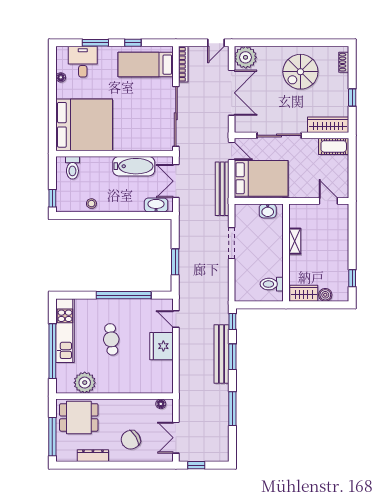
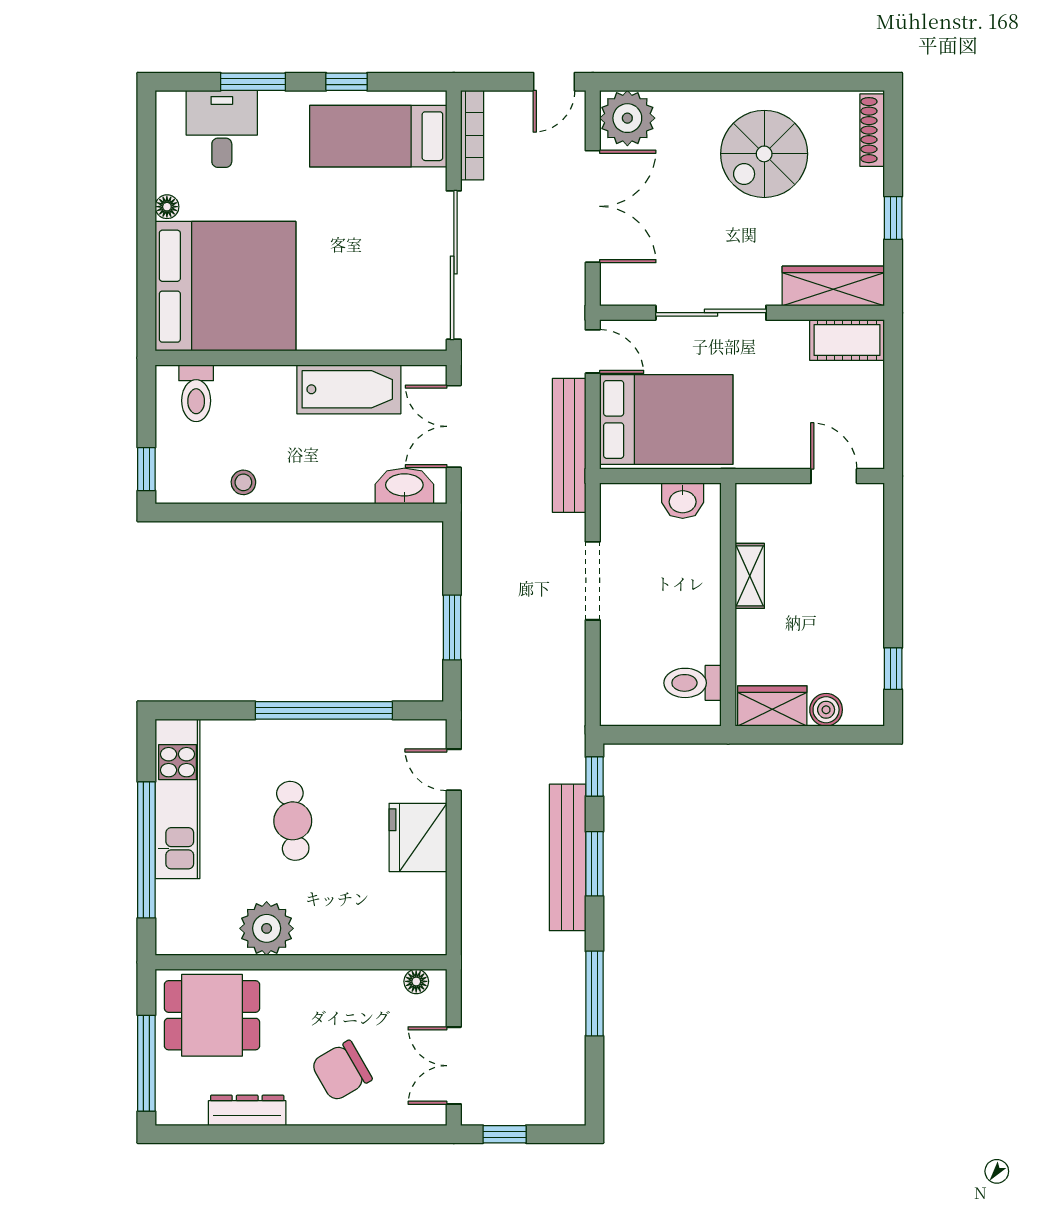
shoe rack: (344, 62) -> (872, 130), width x1.43
floor lamp: (61, 77) -> (167, 207), moved
plant: (85, 383) -> (267, 928), moved

